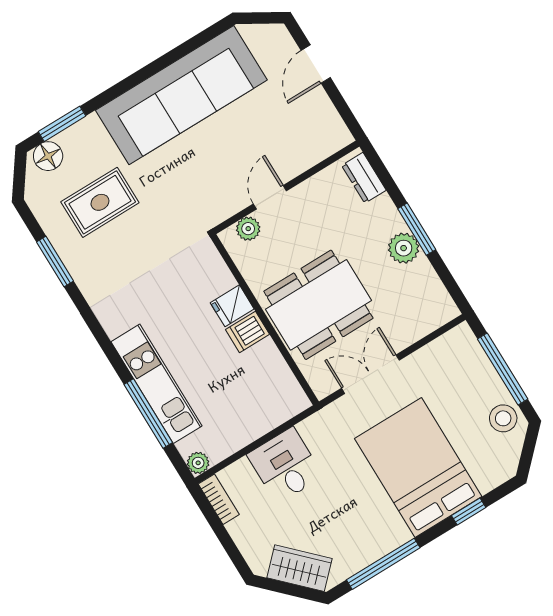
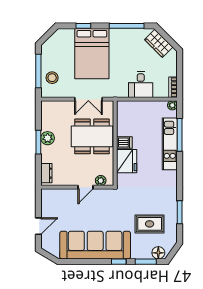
window: (115, 91) -> (119, 262), added
fridge: (232, 306) -> (127, 161), width x1.88, depth x1.34
stool: (503, 418) -> (52, 78), moved

